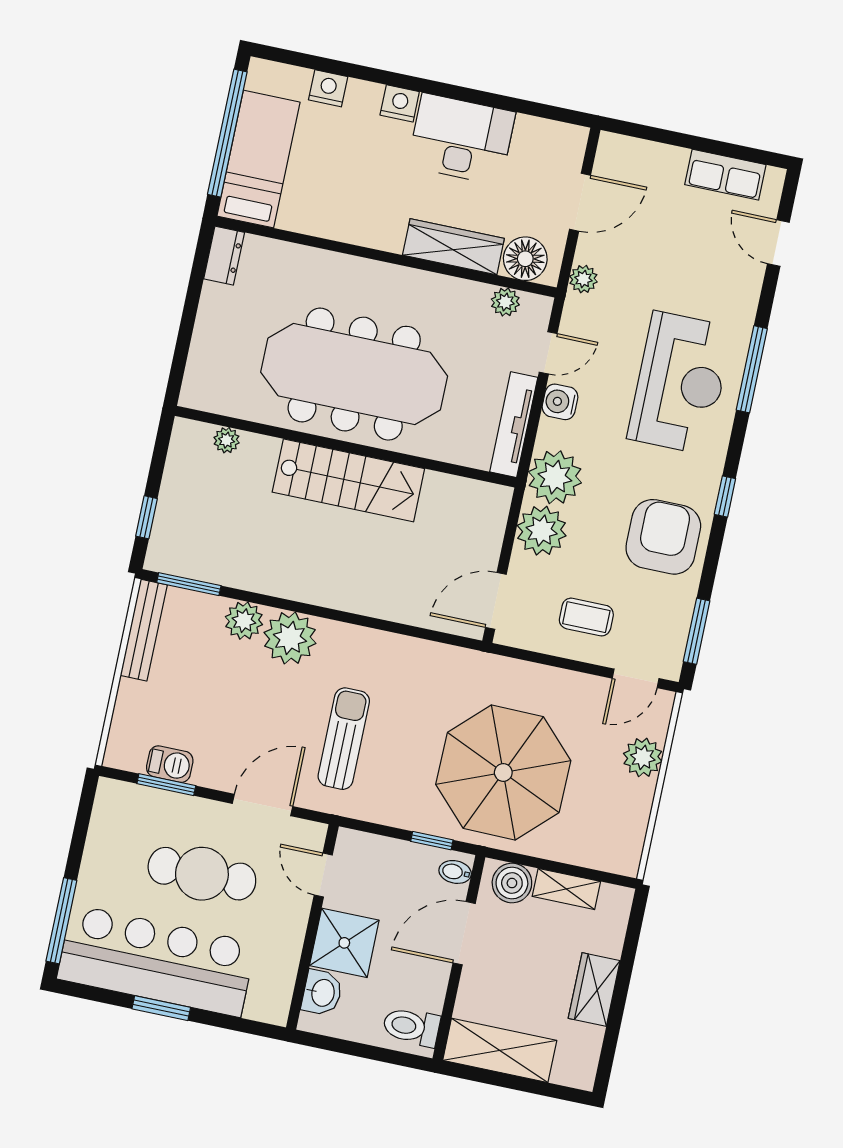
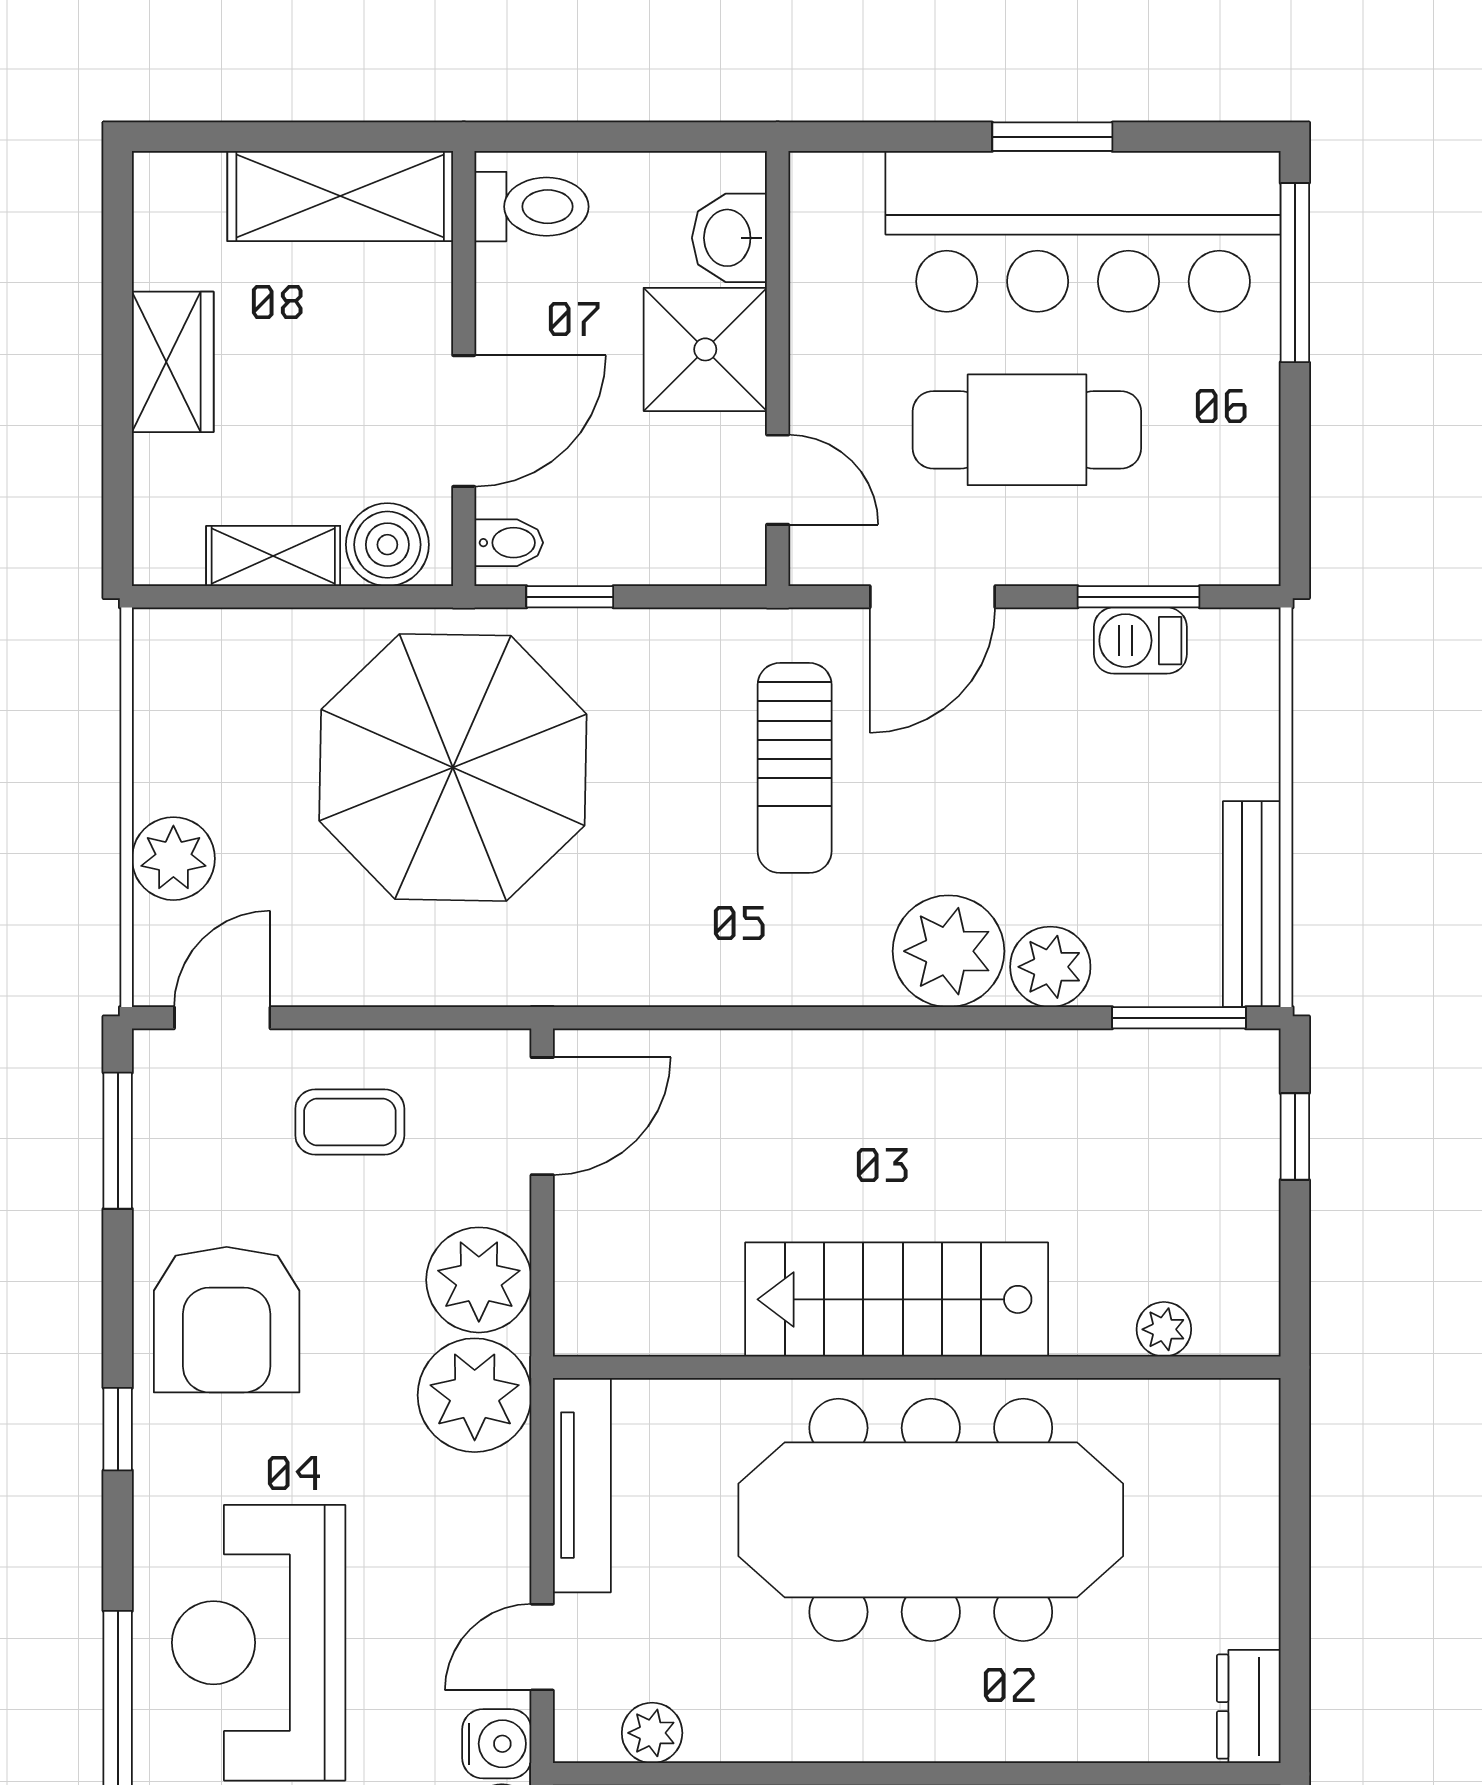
water cooler: (560, 402) -> (497, 1744), moved

